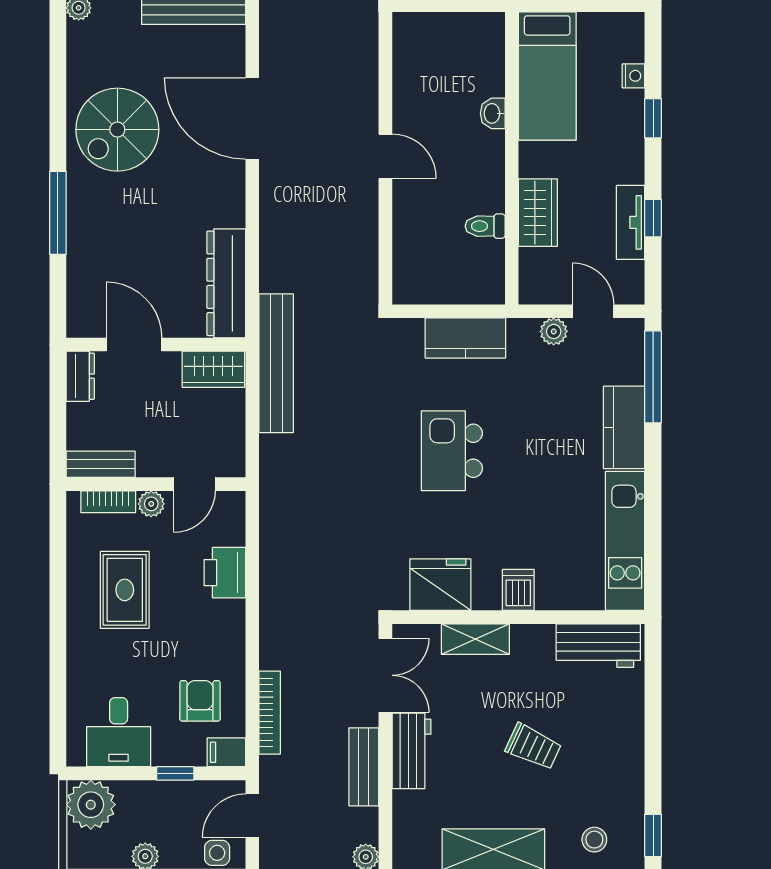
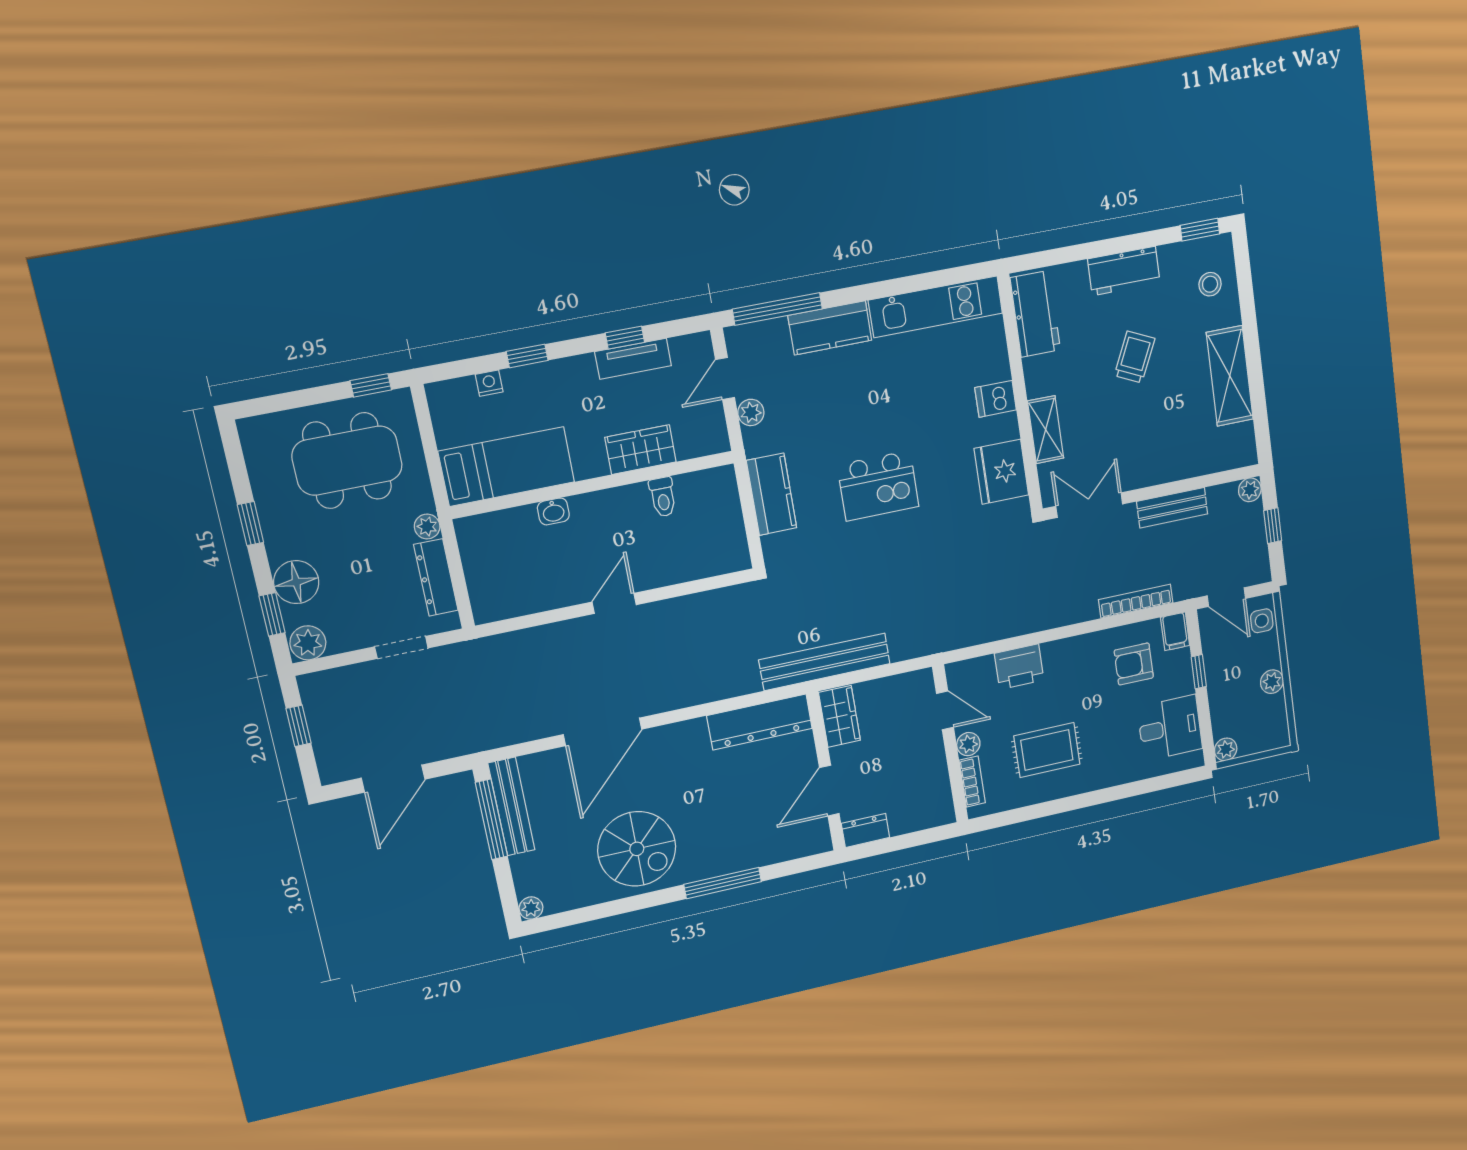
bench: (101, 464) -> (940, 795), removed
workbench: (411, 751) -> (1124, 271), moved, turned 180
plant: (91, 805) -> (1226, 749), width x0.53, depth x0.53

